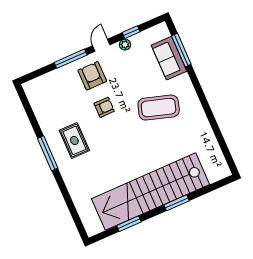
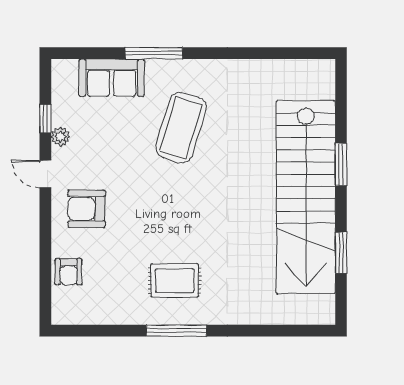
window: (181, 50) -> (154, 53), moved
window: (71, 59) -> (45, 231), removed
armchair: (104, 107) -> (68, 272), moved, turned 180

